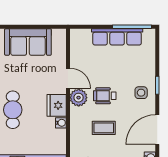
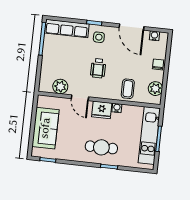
row of seats: (117, 37) -> (67, 28), moved, turned 90
door: (68, 78) -> (80, 98), swing flipped
plant: (79, 98) -> (60, 87), moved
coffee table: (104, 128) -> (128, 89), moved

